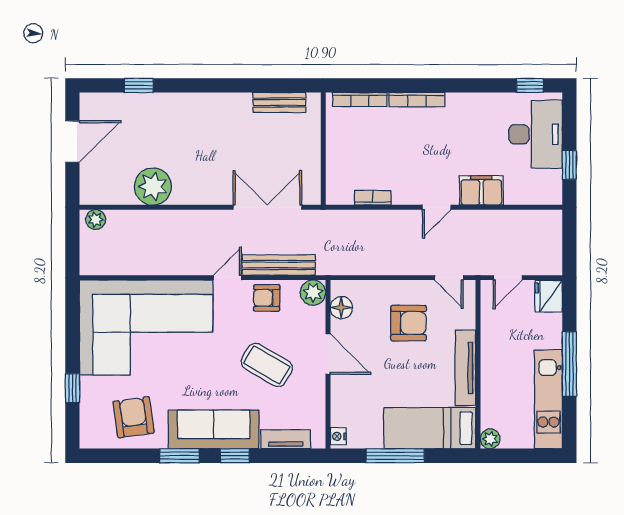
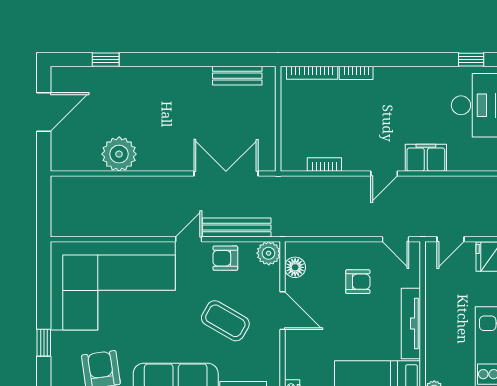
bookcase: (417, 100) -> (356, 73), width x0.64
plant: (96, 220) -> (65, 185), removed
armchair: (409, 323) -> (358, 282), width x0.72, depth x0.72

